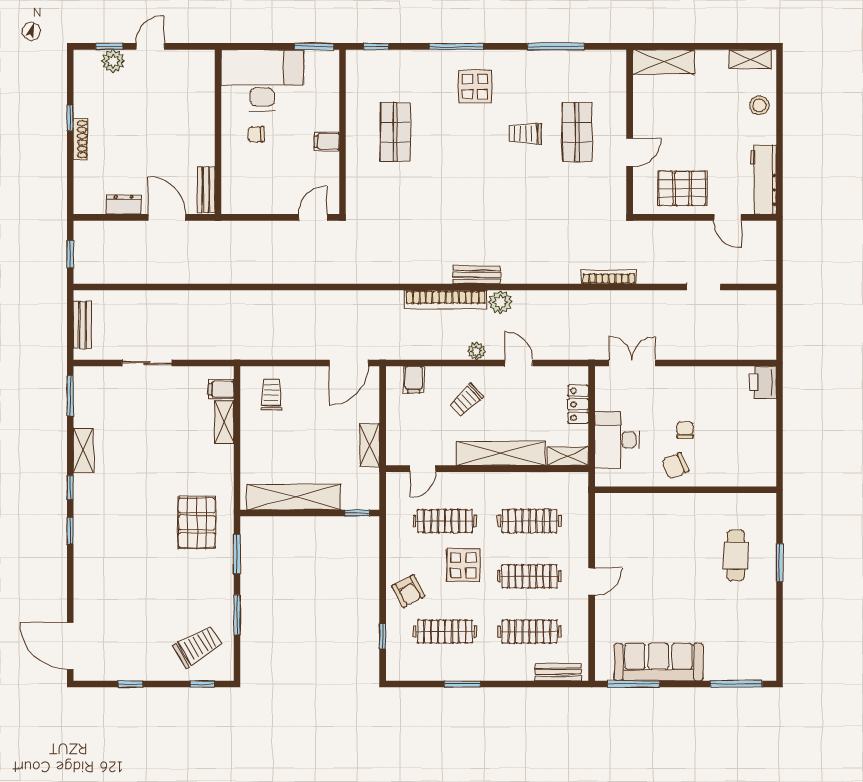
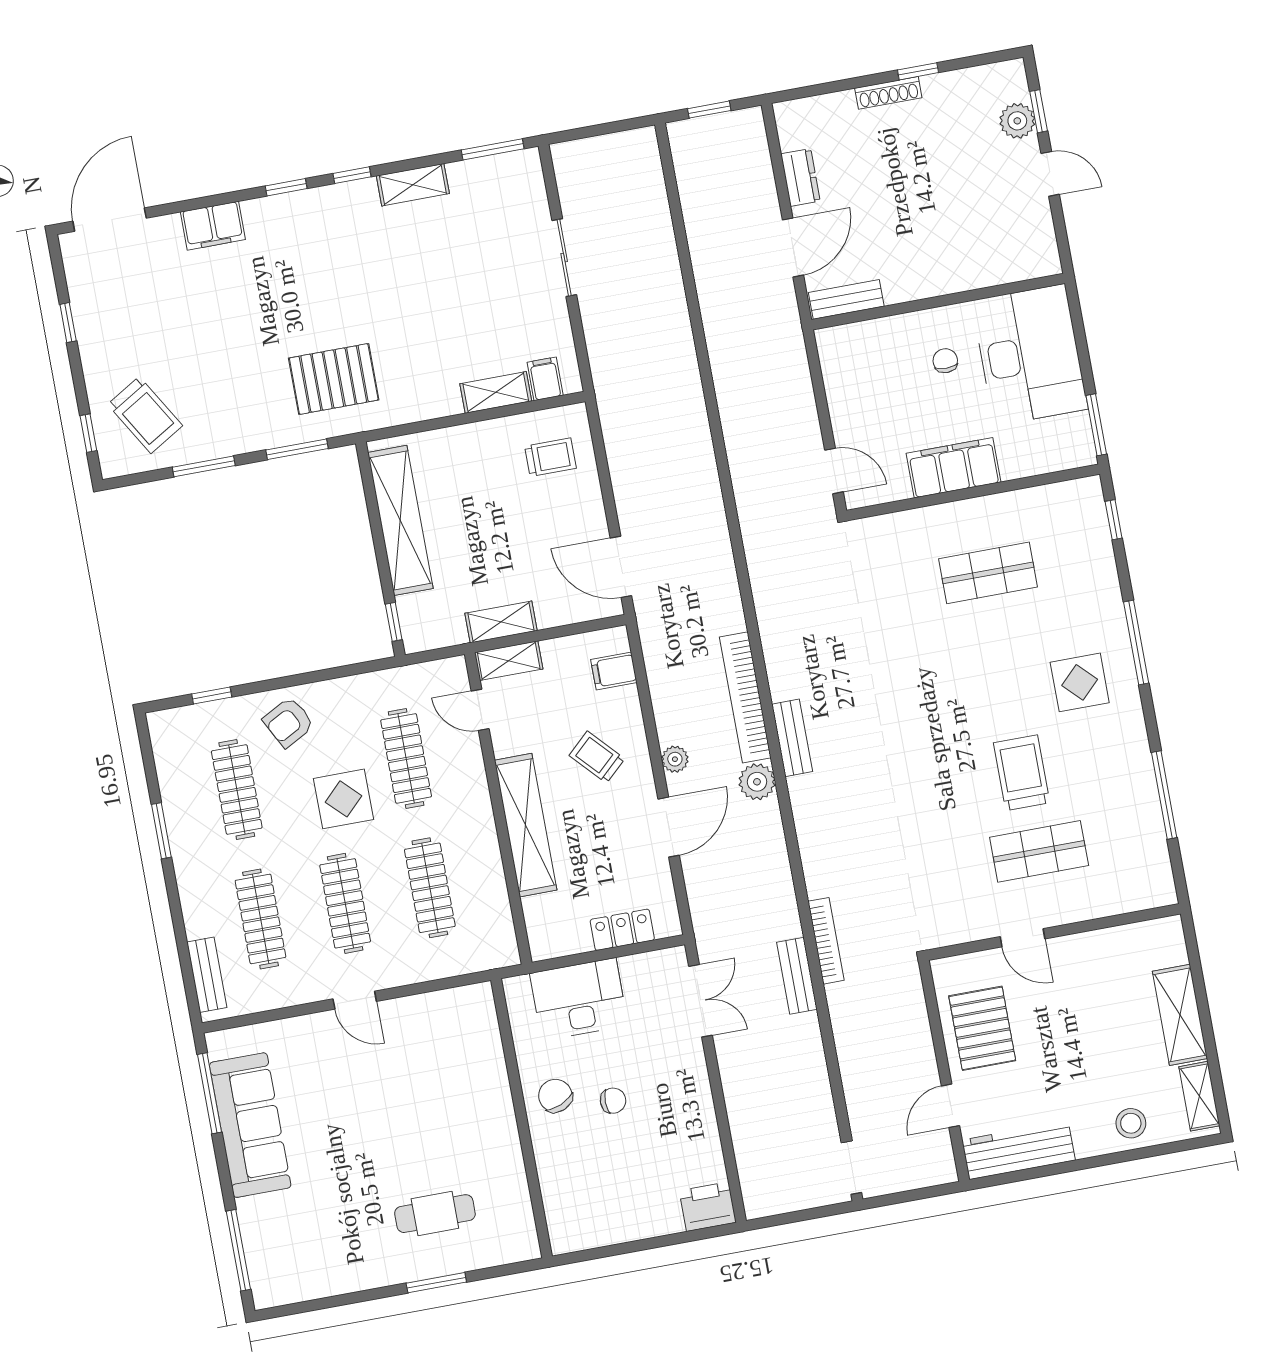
shelving: (664, 62) -> (1180, 1015), moved
trolley: (525, 134) -> (1022, 773), width x1.36, depth x1.39
filing cabinet: (327, 141) -> (954, 468), width x3.00, depth x1.17
doorway: (704, 287) -> (852, 1168), moved
bench: (82, 325) -> (797, 976), moved, turned 90
door: (519, 363) -> (669, 827), width x1.38
shelving: (568, 456) -> (509, 661), moved, turned 90
filing cabinet: (86, 581) -> (213, 226), added

